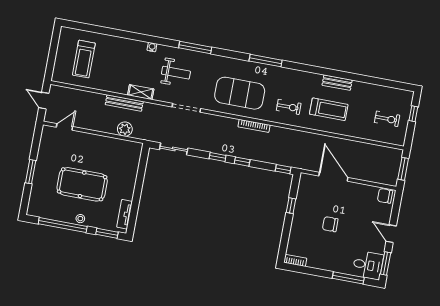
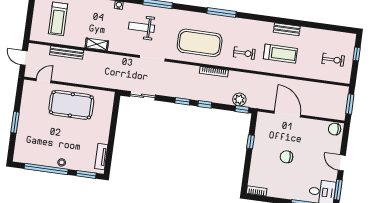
weight bench: (176, 73) -> (141, 27), turned 180
shelving: (141, 92) -> (97, 44), moved
bench: (124, 103) -> (67, 53), moved
plant: (125, 129) -> (239, 99), moved
pool table: (82, 184) -> (71, 105), moved

